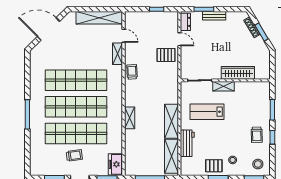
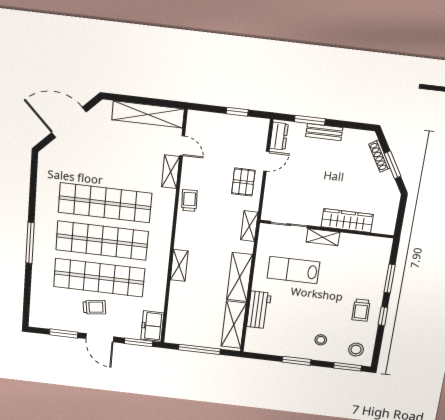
door: (179, 39) -> (266, 161), hinge flipped
pallet: (166, 55) -> (243, 182), turned 90
shelving: (174, 85) -> (249, 226), added
pallet: (214, 166) -> (293, 344), removed

